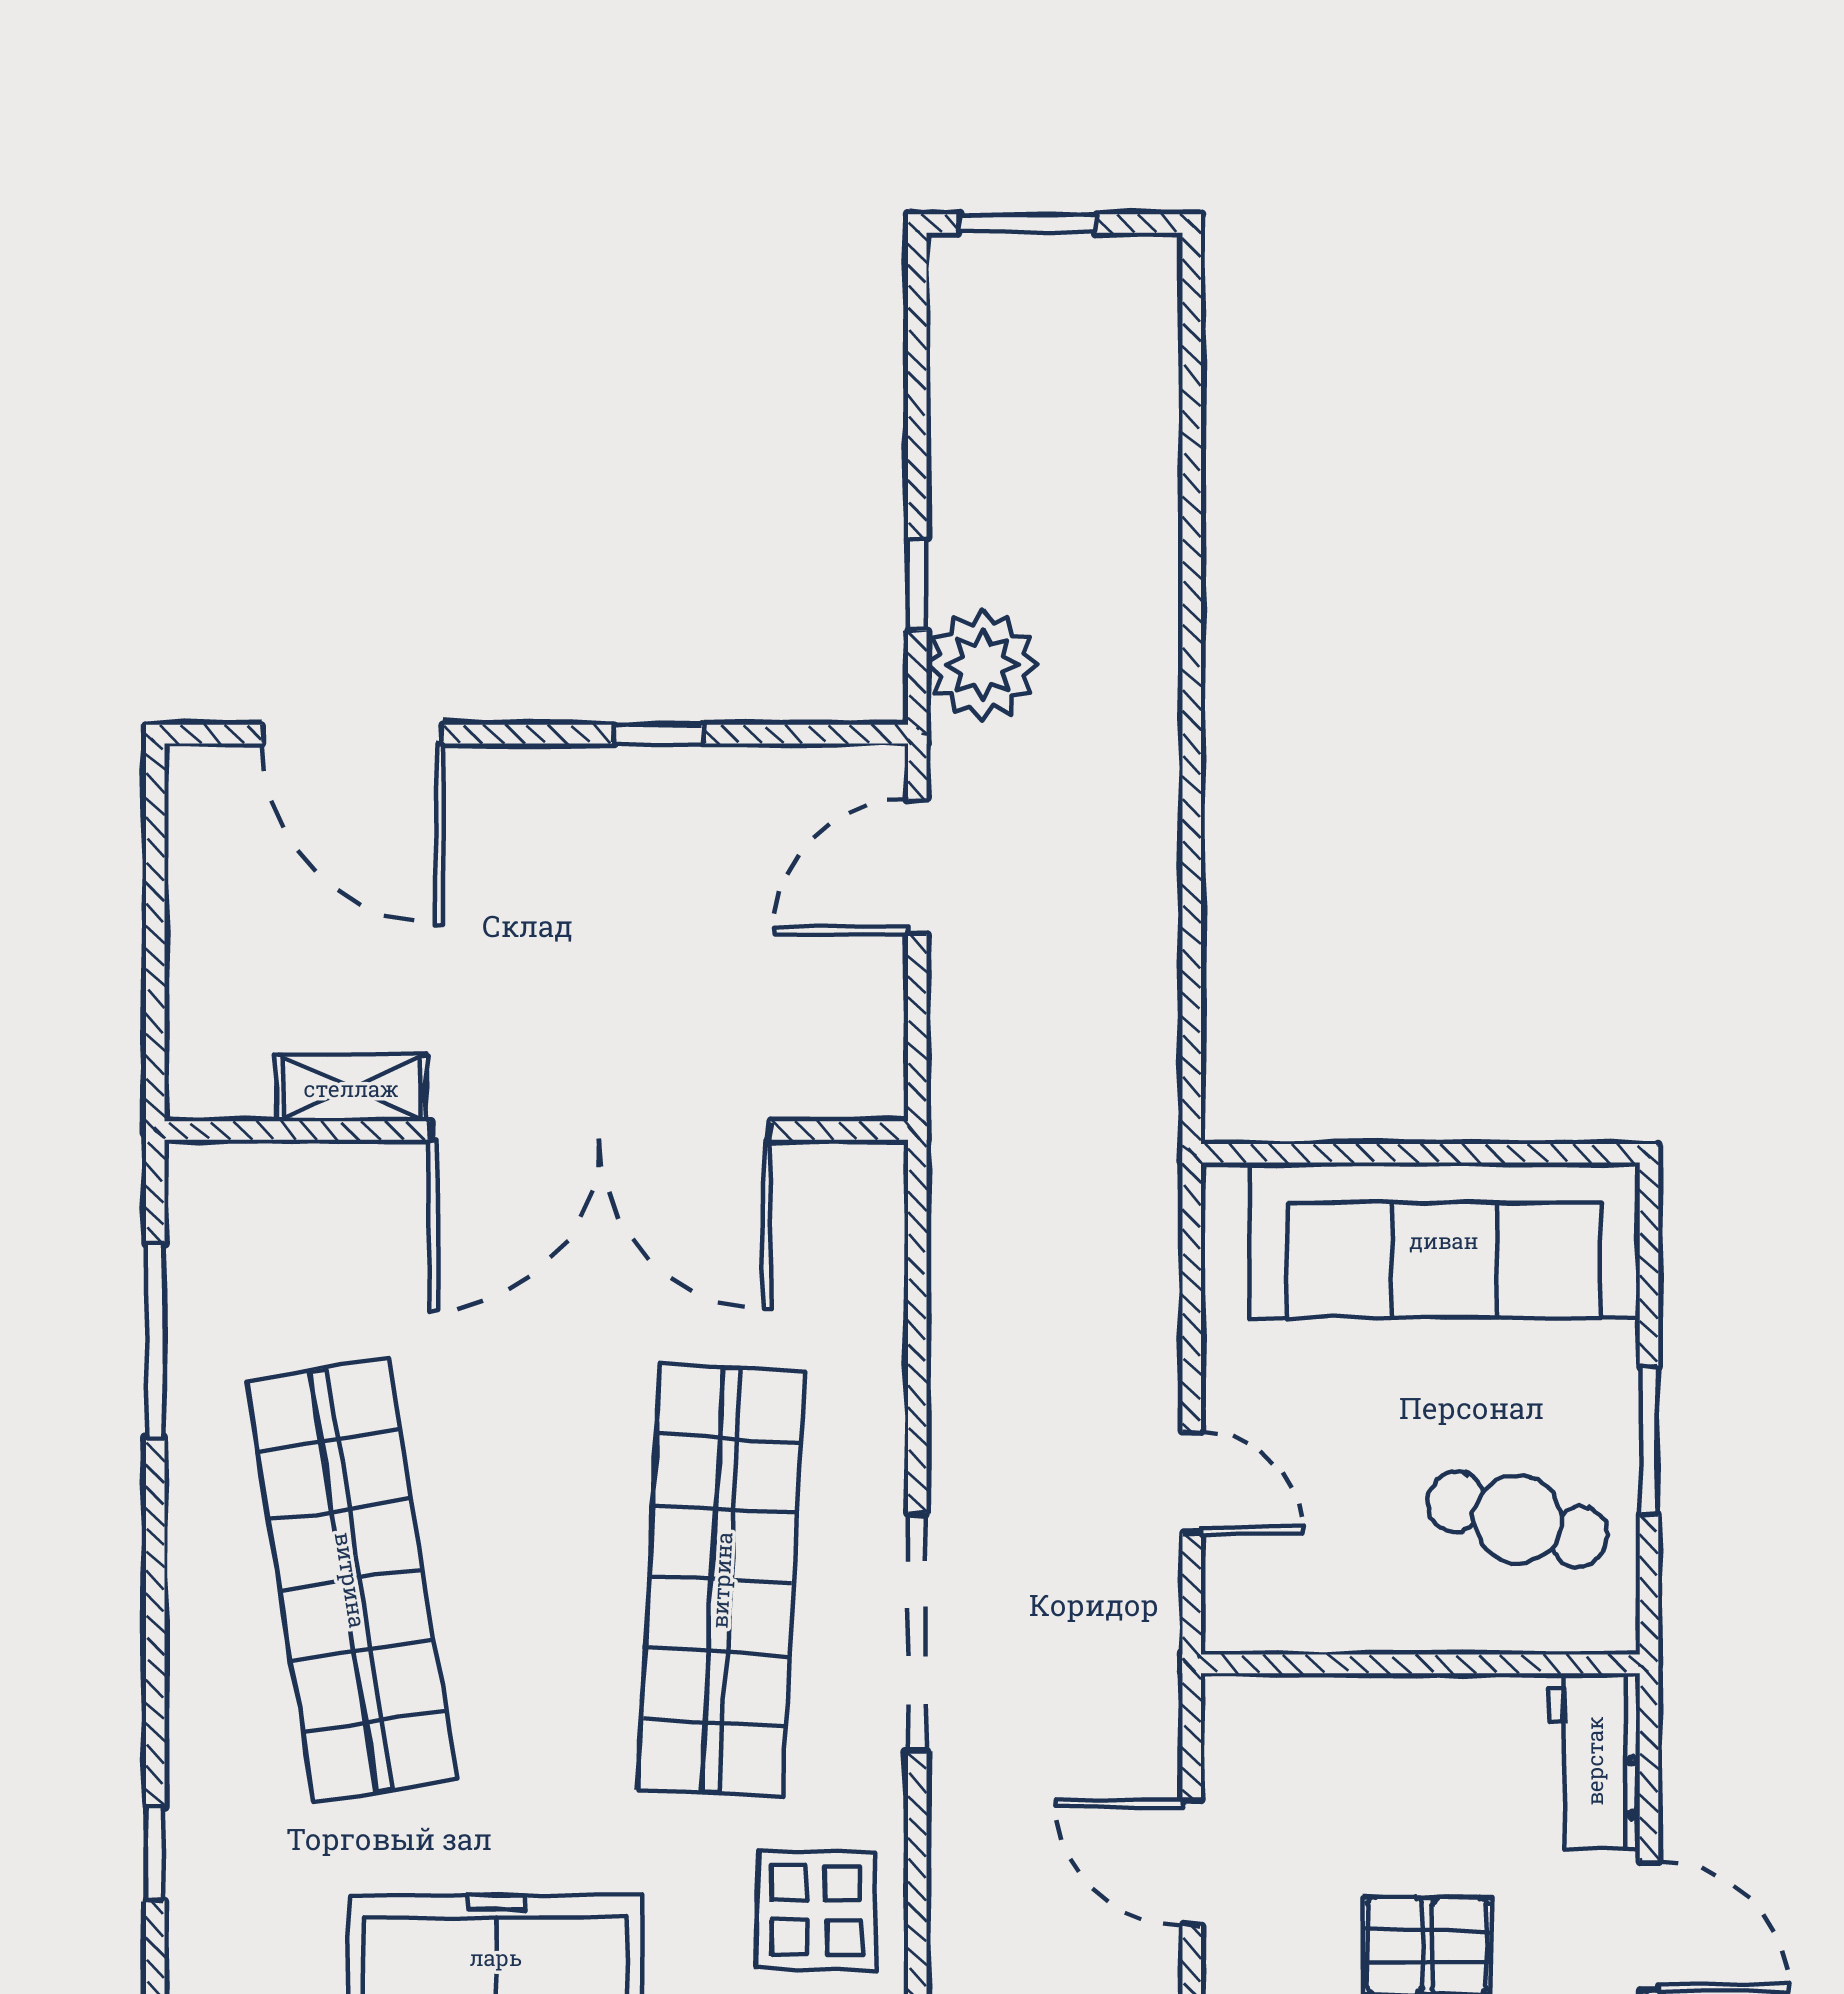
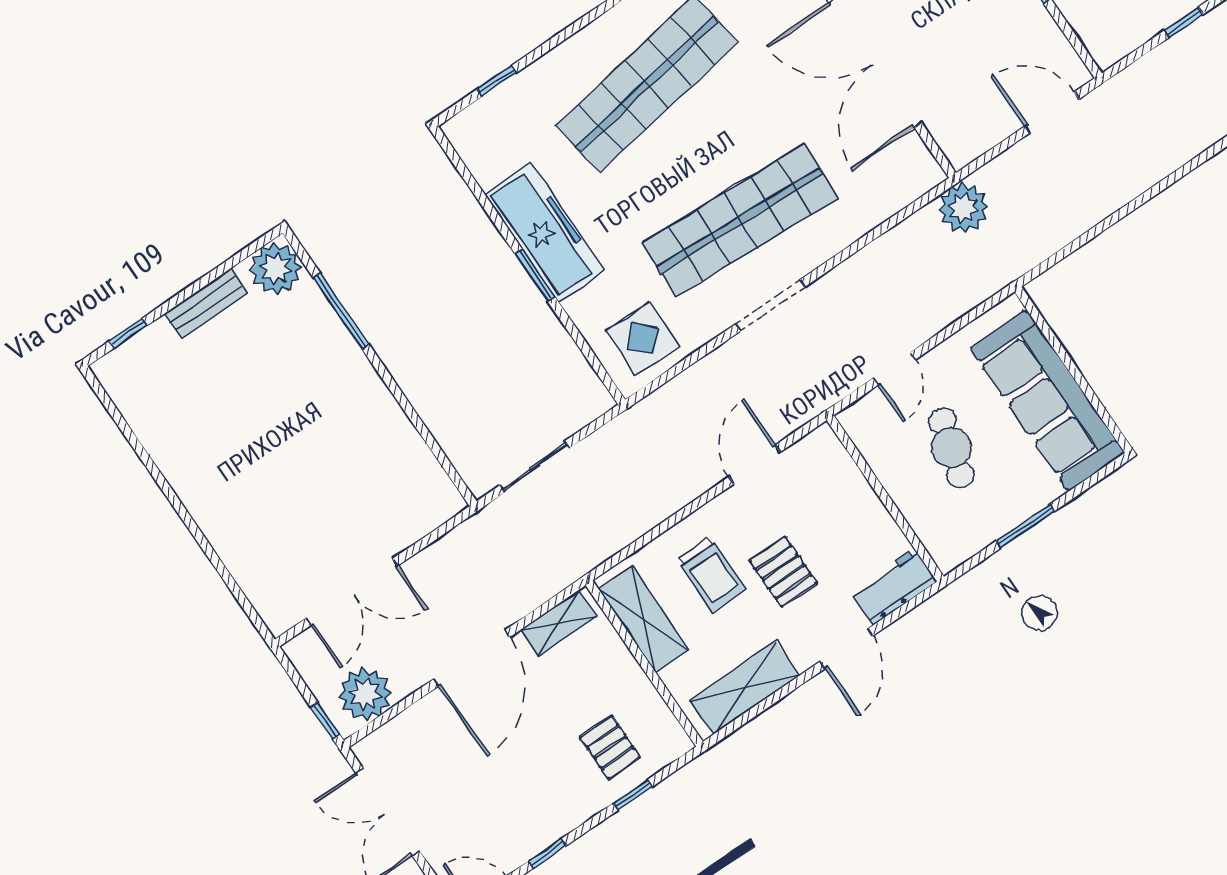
window: (917, 585) -> (1184, 22), moved
plant: (982, 665) -> (964, 208), moved
cafe table: (1518, 1519) -> (951, 448), moved
doorway: (917, 1632) -> (770, 305), width x0.73

